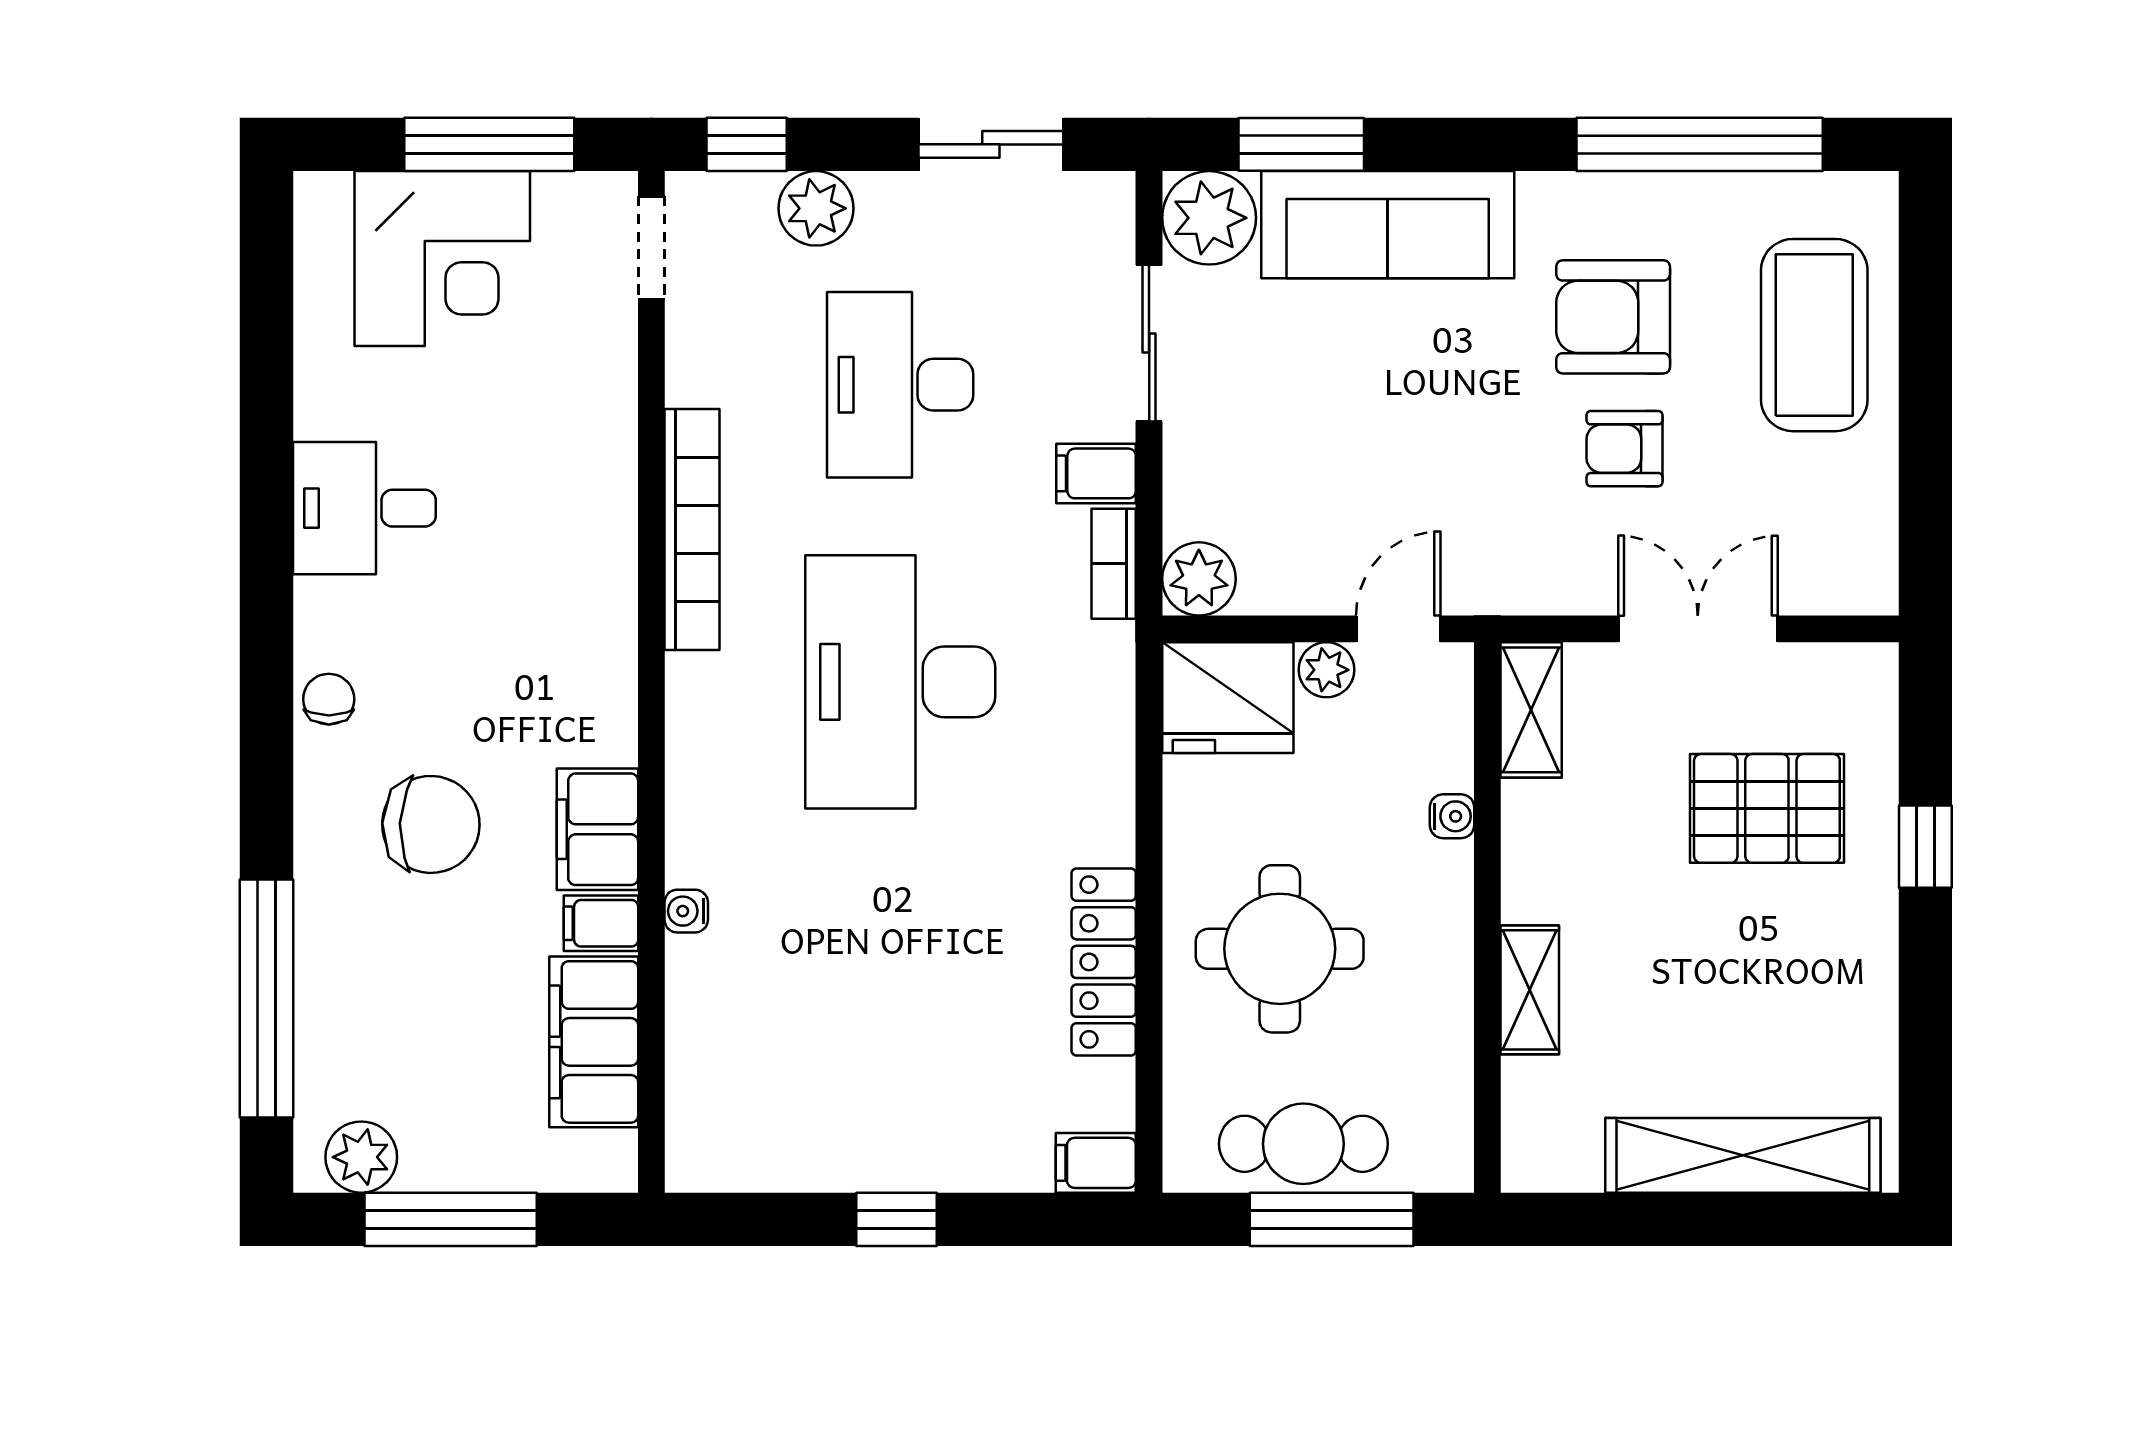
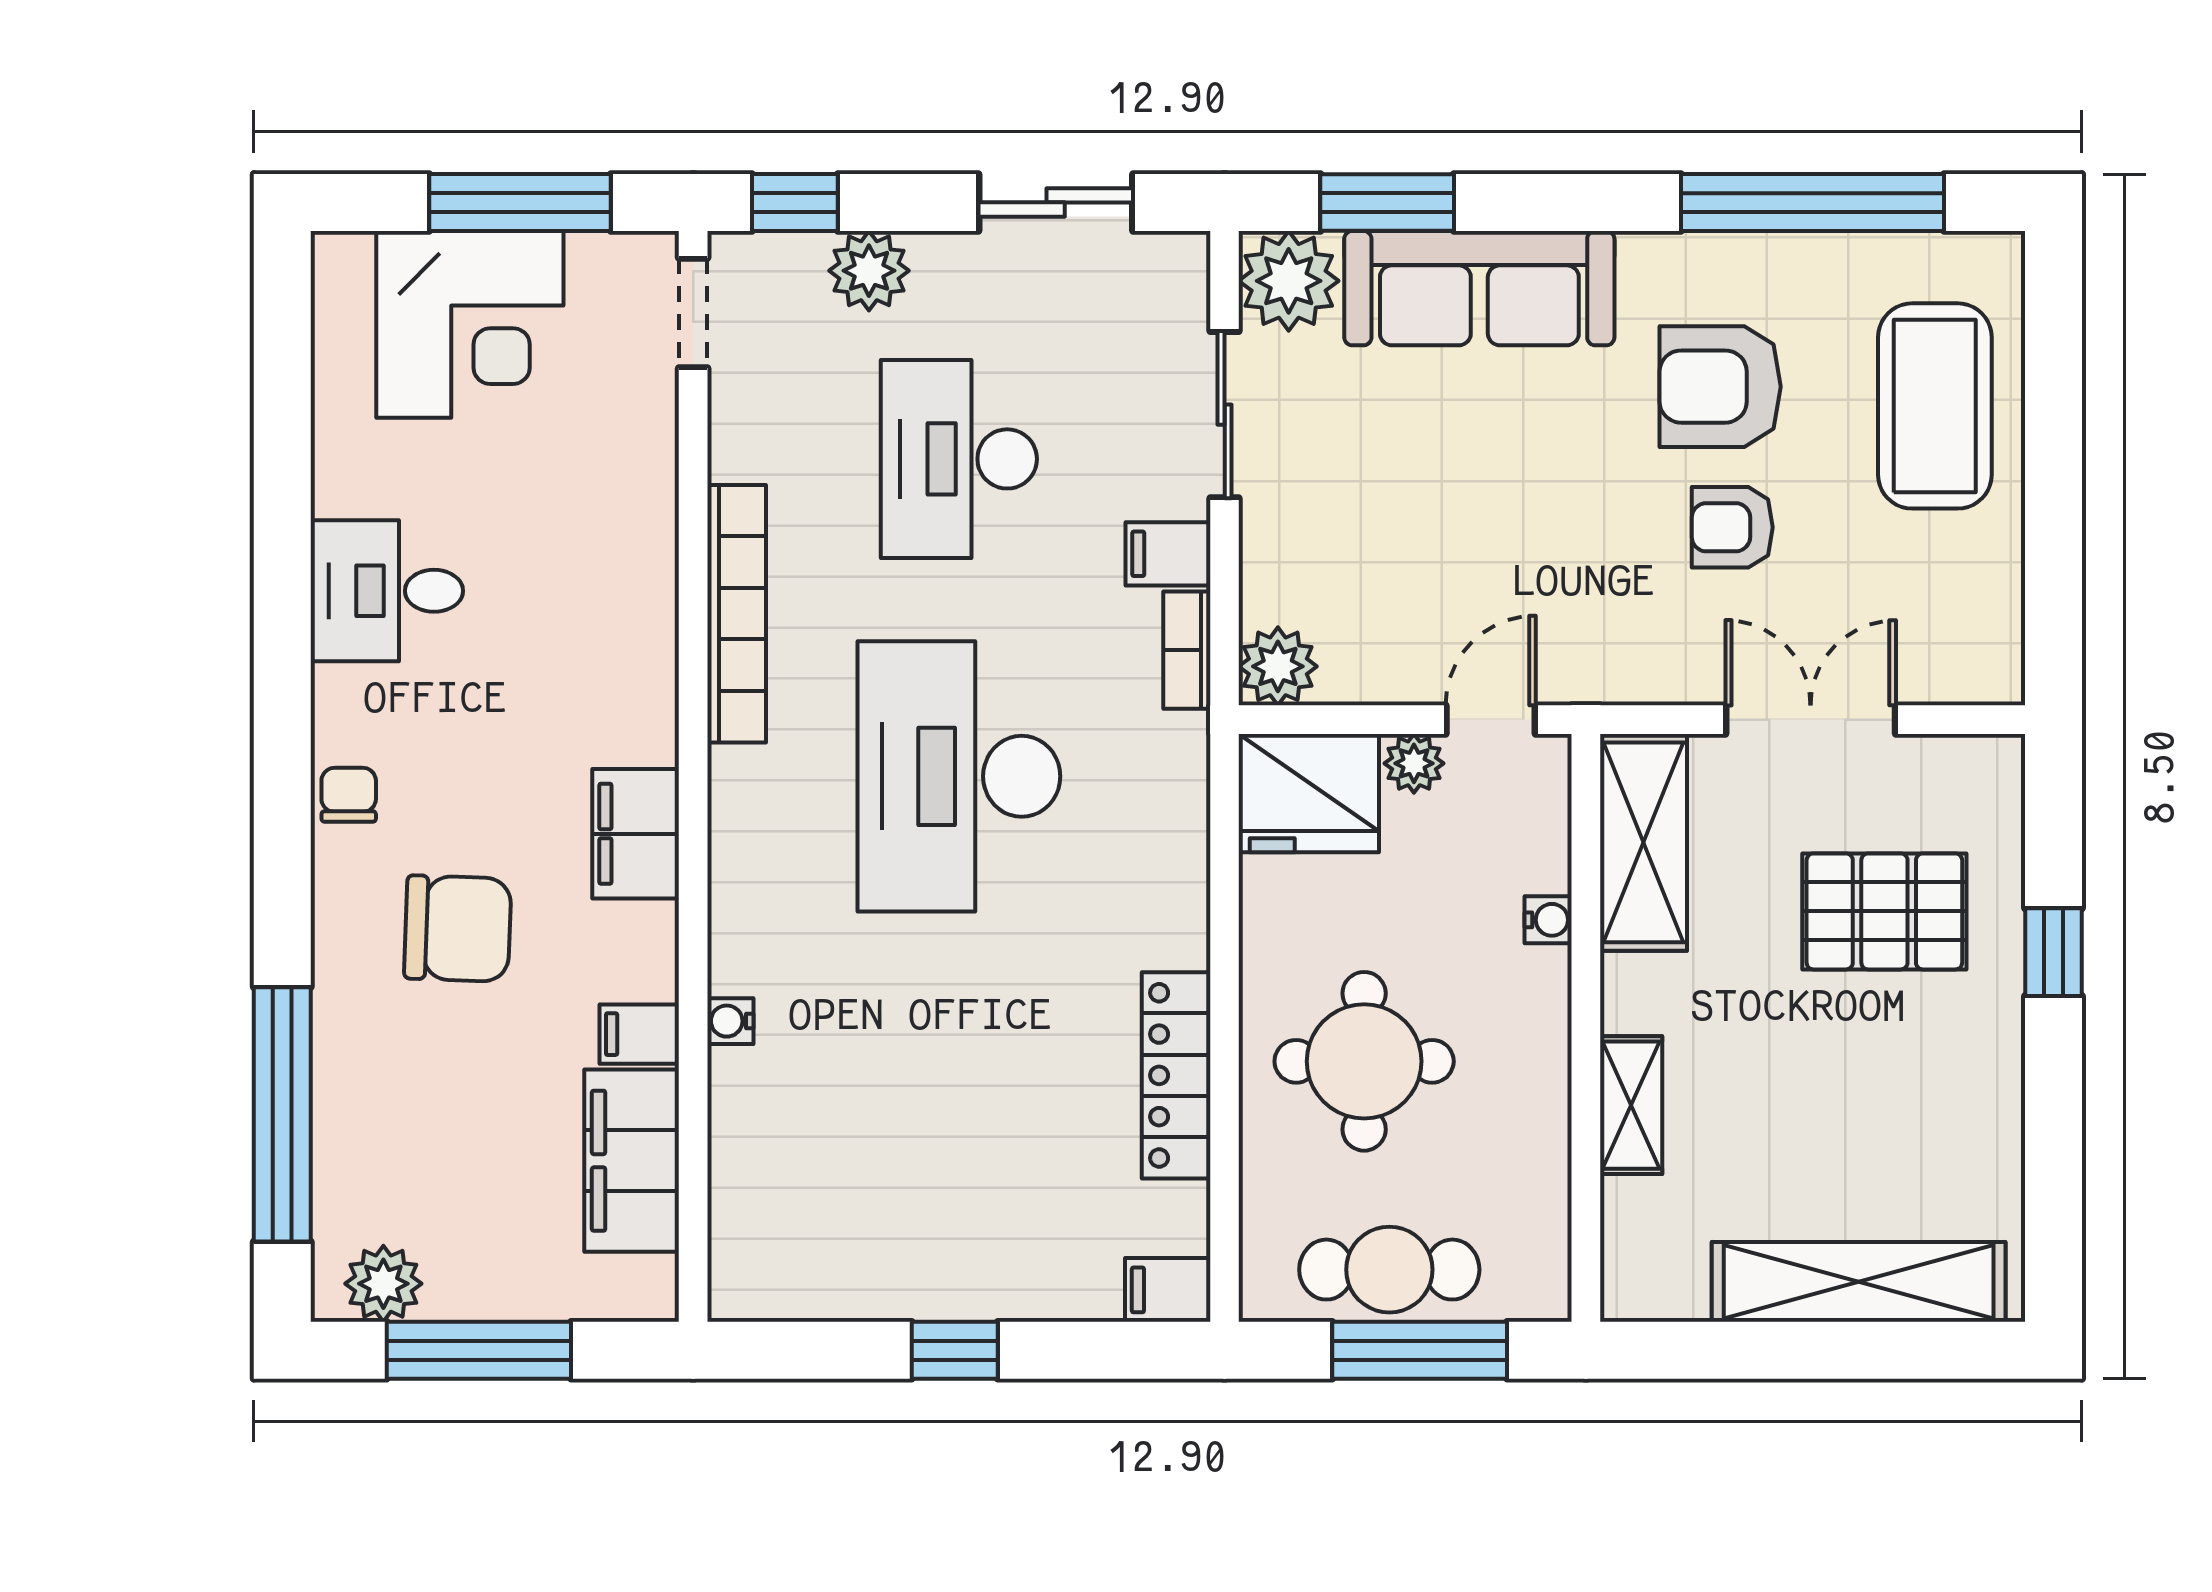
shelving: (1531, 710) -> (1643, 842), width x1.50, depth x1.33
filing cabinet: (598, 829) -> (636, 834), moved

